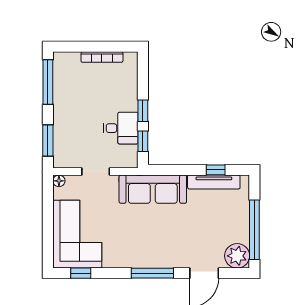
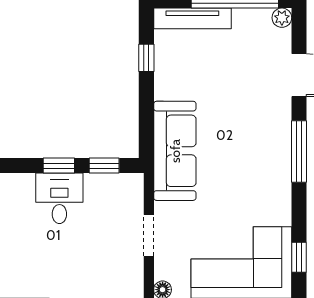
desk: (121, 128) -> (59, 198), moved
tv unit: (214, 182) -> (192, 18), moved, turned 90
plant: (237, 256) -> (282, 18), width x0.53, depth x0.53

